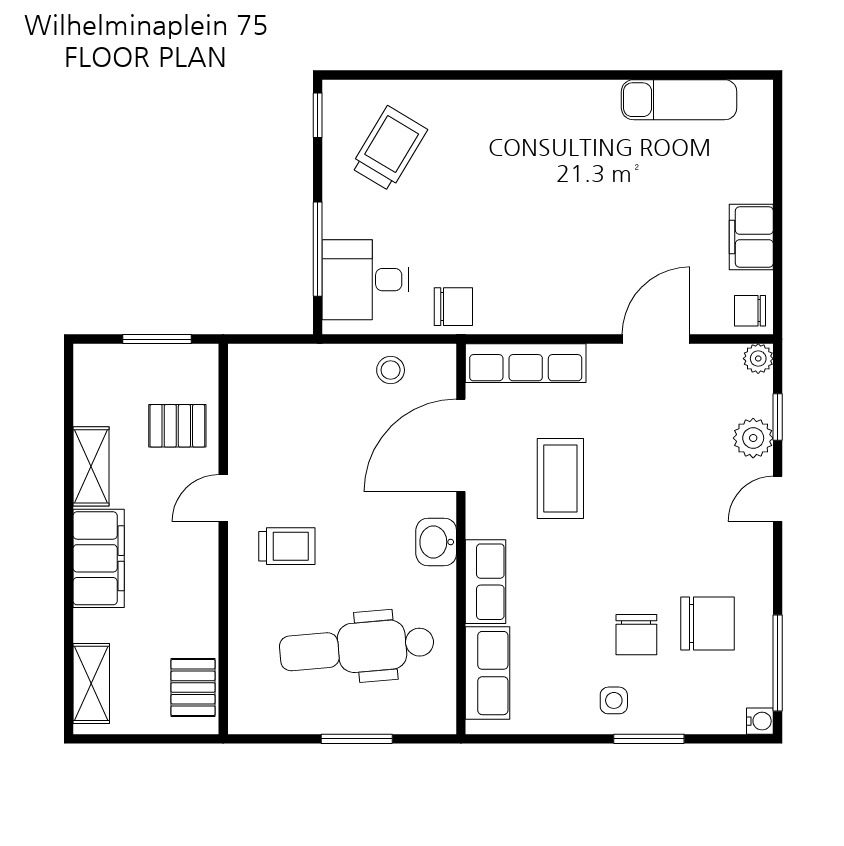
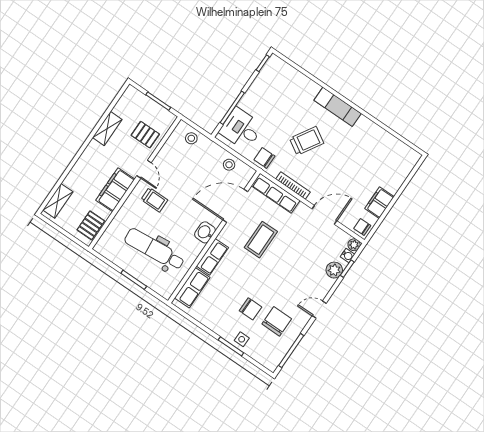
exam couch: (679, 100) -> (338, 107), moved
trolley: (389, 148) -> (307, 141), moved
chair: (453, 307) -> (264, 158), turned 180
bookcase: (551, 323) -> (293, 186), added
stool: (277, 369) -> (191, 138), added
door: (223, 498) -> (144, 169), swing flipped
door: (778, 499) -> (319, 310), moved
filing cabinet: (99, 558) -> (115, 190), moved, turned 180
chair: (707, 624) -> (277, 321), turned -90
chair: (636, 635) -> (251, 309), turned -90
side table: (614, 700) -> (242, 339), moved
water cooler: (760, 721) -> (347, 256), moved

